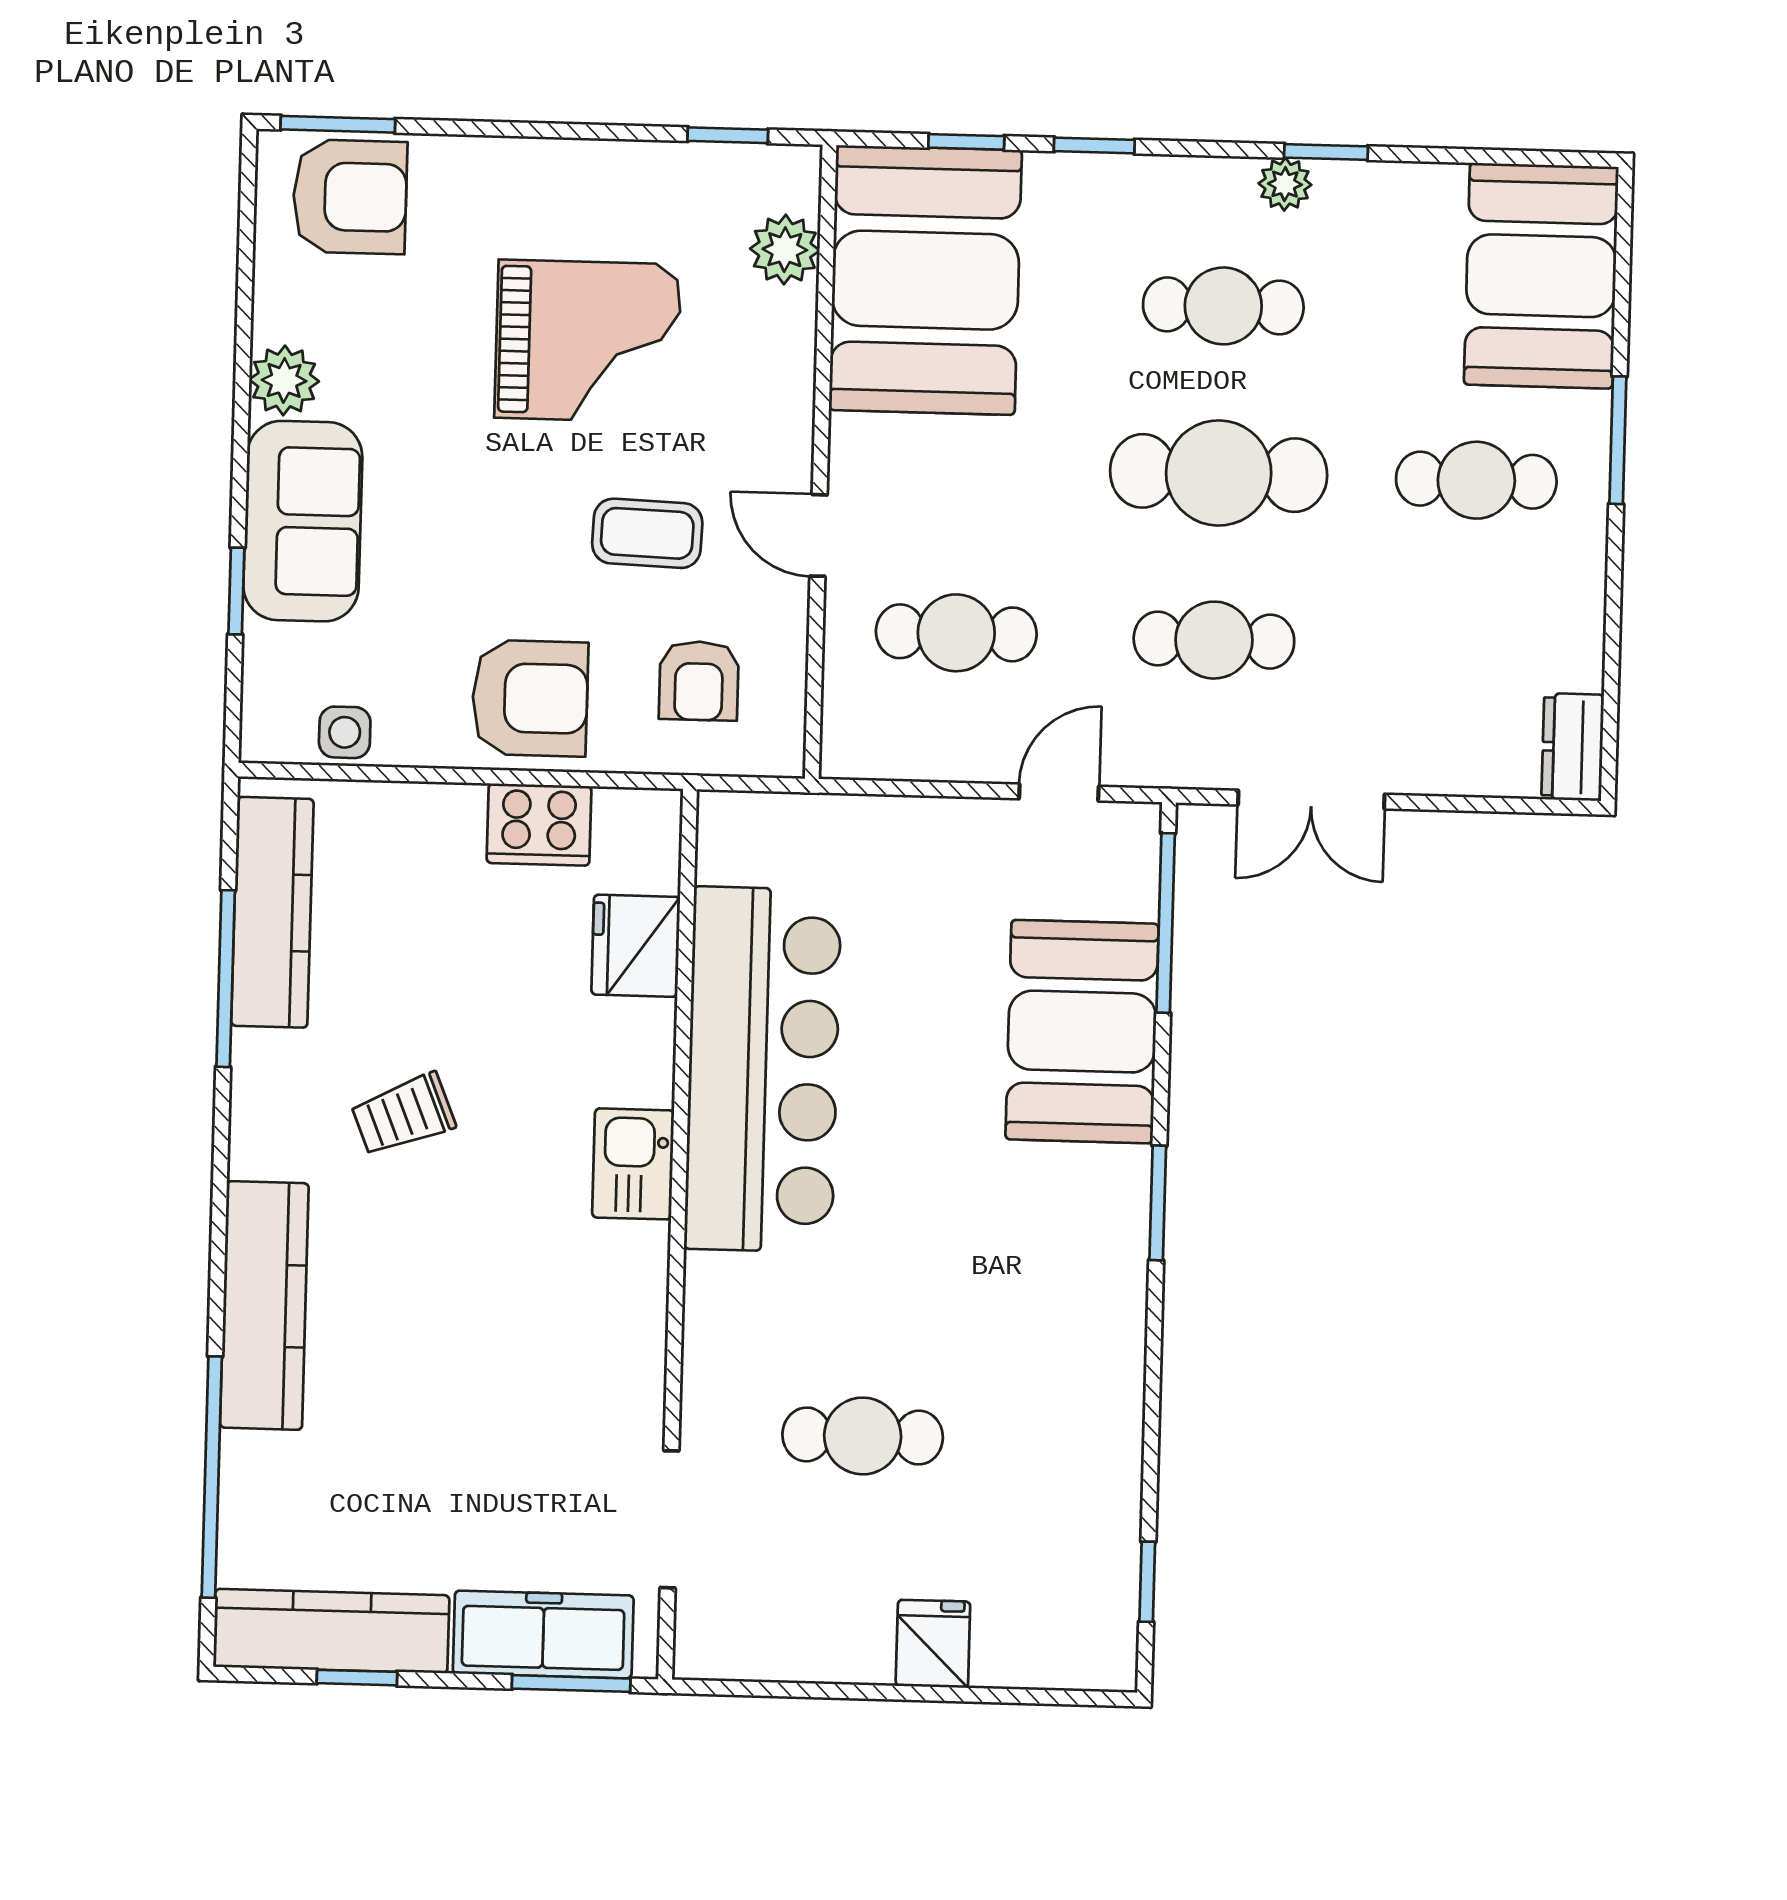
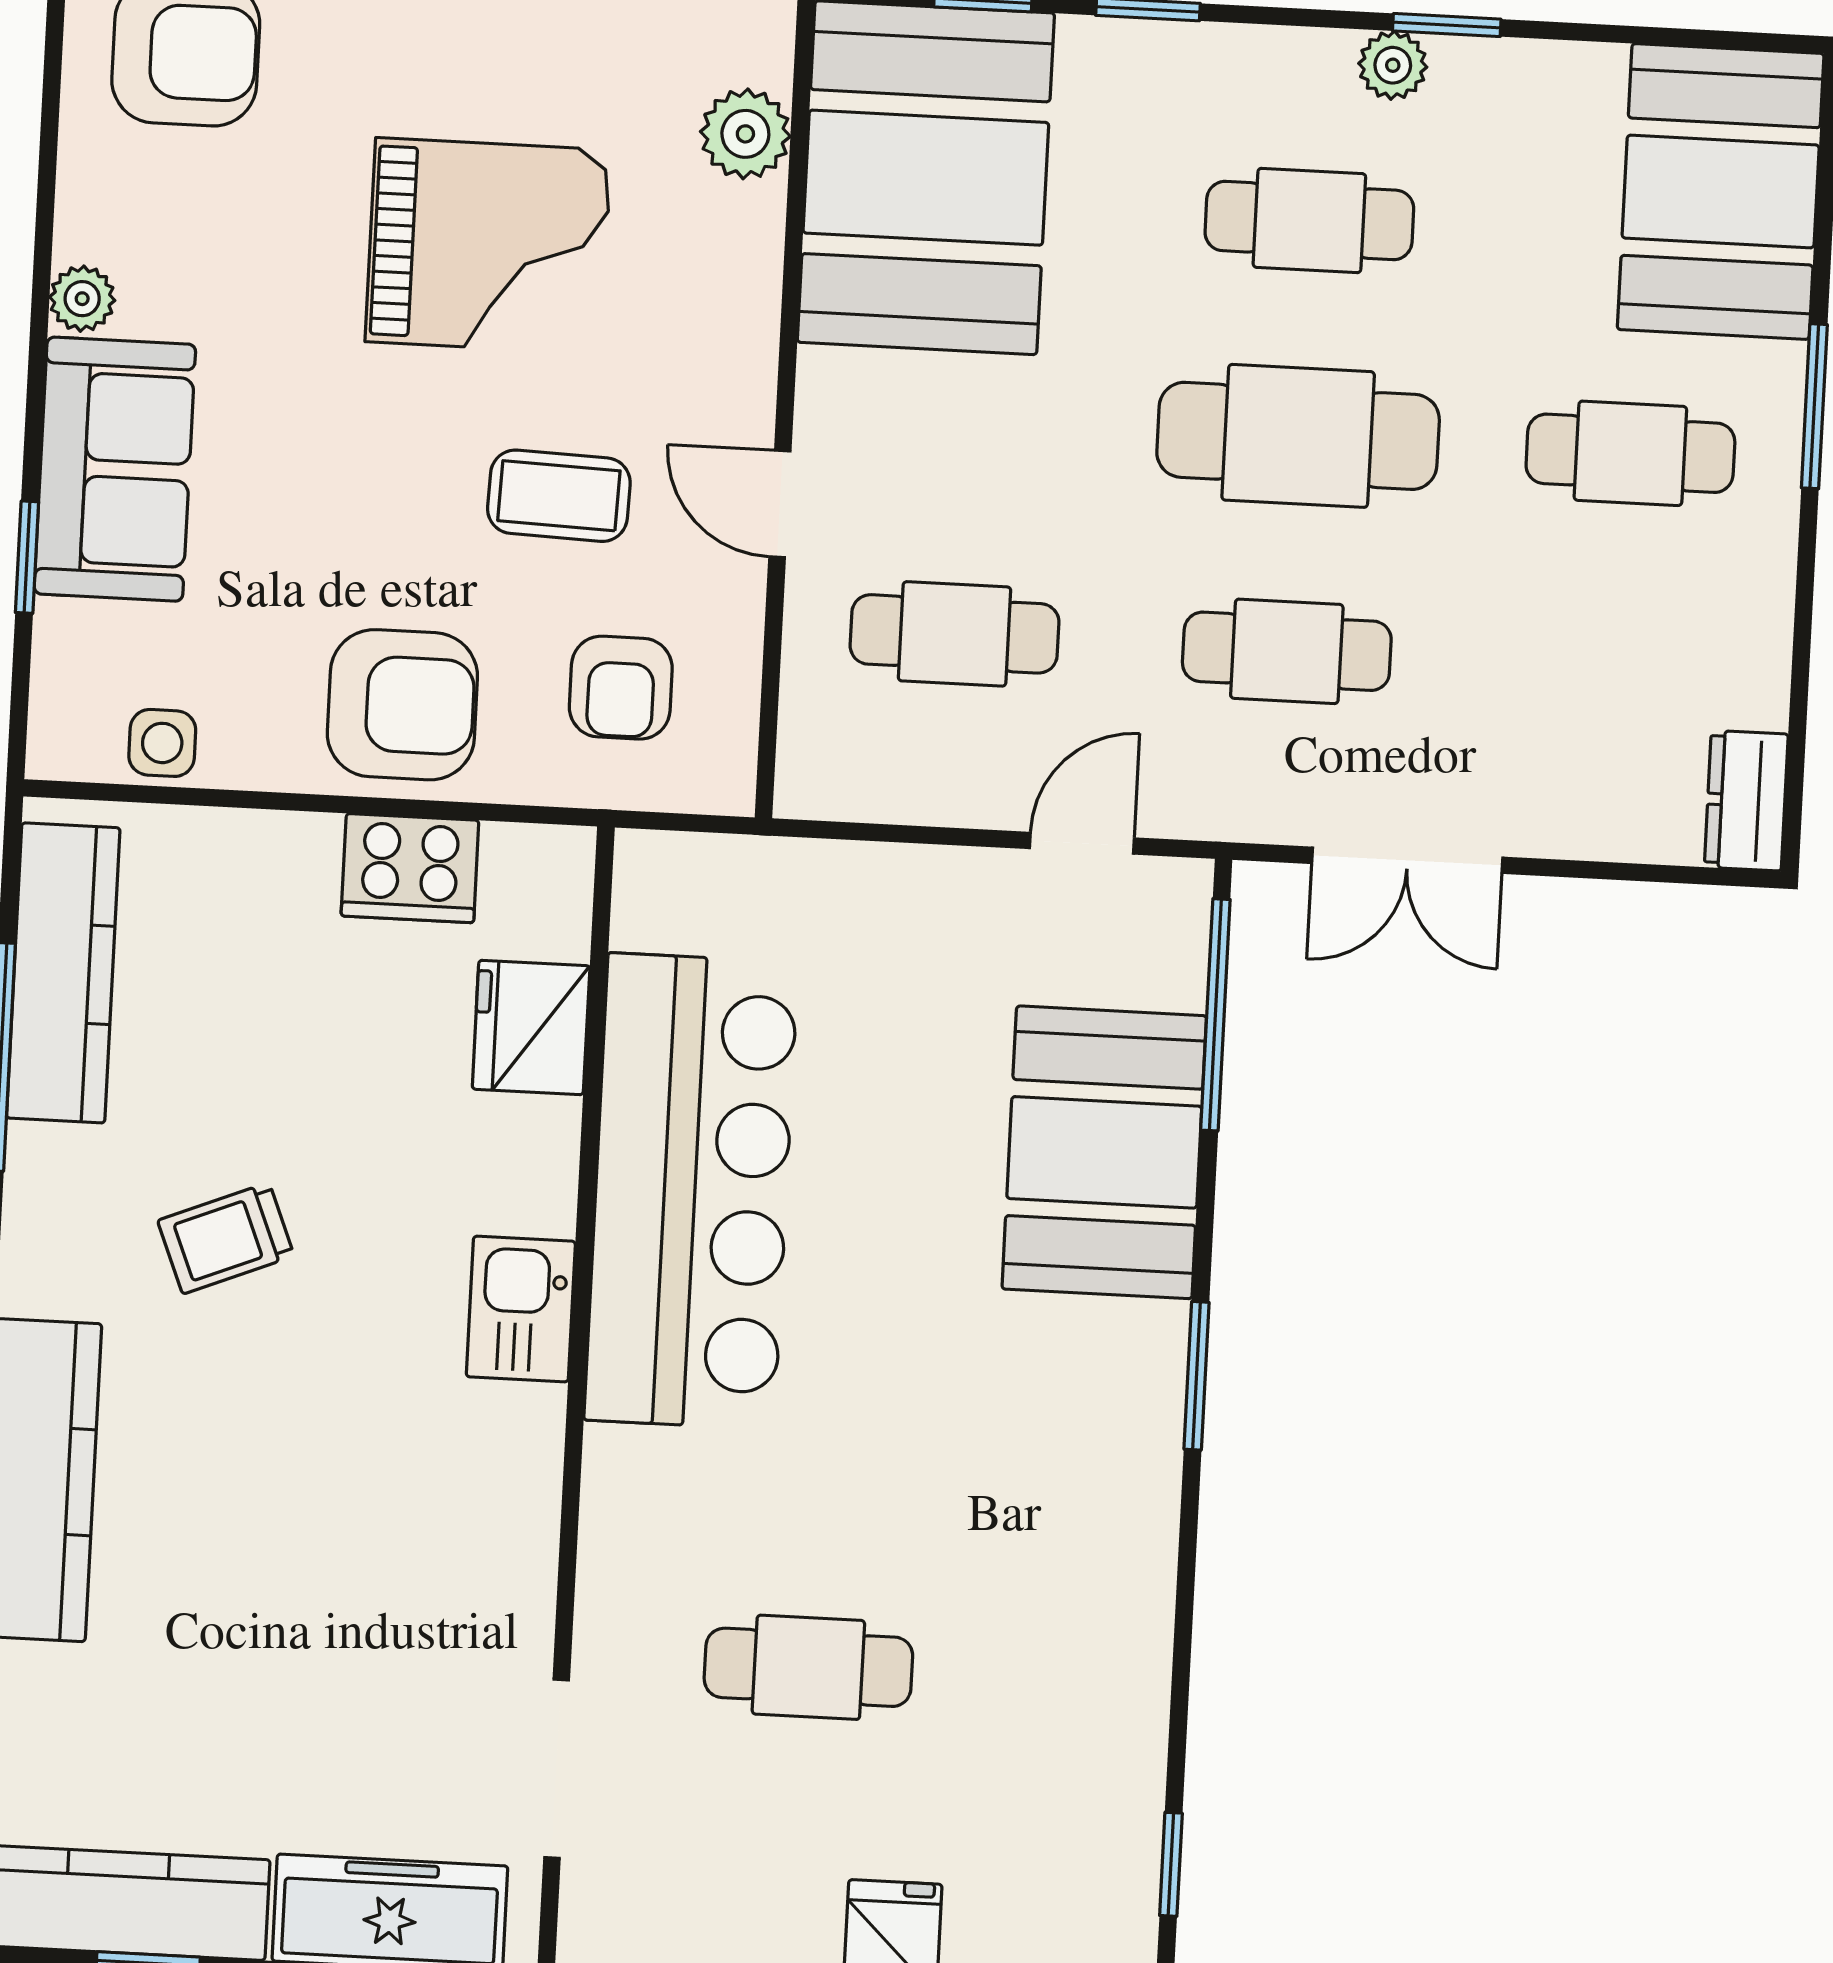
plant: (284, 380) -> (82, 299), width x0.73, depth x0.73

